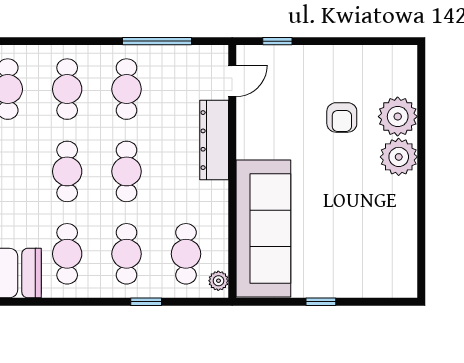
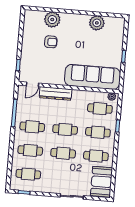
door: (232, 81) -> (33, 84), swing flipped
plant: (399, 157) -> (97, 23), moved

